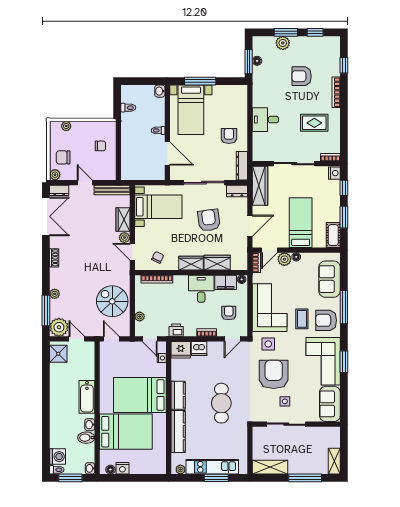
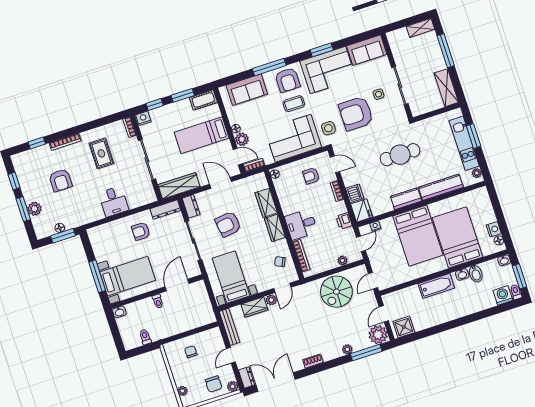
filing cabinet: (226, 282) -> (283, 189), removed
desk: (201, 289) -> (301, 224), moved

